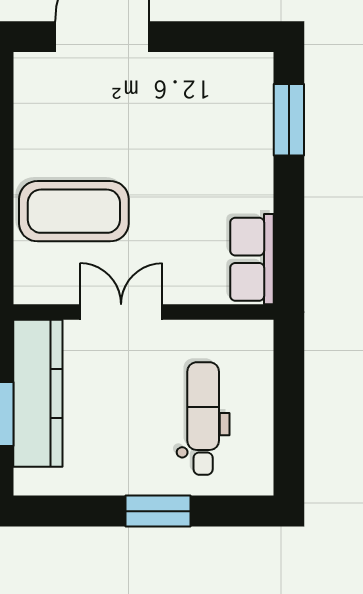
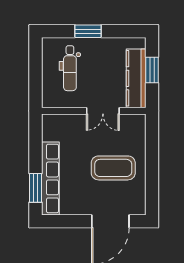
coffee table: (74, 211) -> (113, 168), moved
row of seats: (252, 259) -> (50, 178), moved, width x2.02

